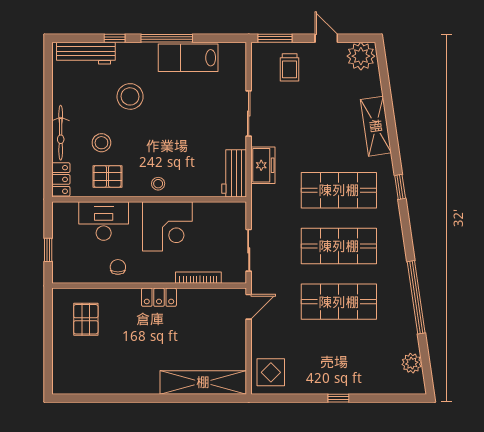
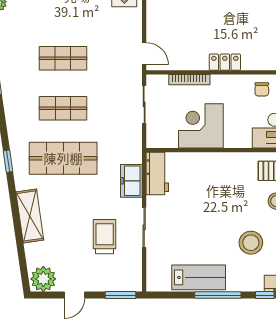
door: (326, 38) -> (74, 295), hinge flipped
trolley: (290, 67) -> (105, 237), moved, width x1.36, depth x1.39
stool: (158, 184) -> (226, 164), removed
corner desk: (167, 226) -> (201, 126), moved
shop shelf: (339, 246) -> (63, 108), width x0.70, depth x0.74
shop shelf: (339, 302) -> (63, 58), width x0.70, depth x0.74
door: (249, 307) -> (144, 54), swing flipped

